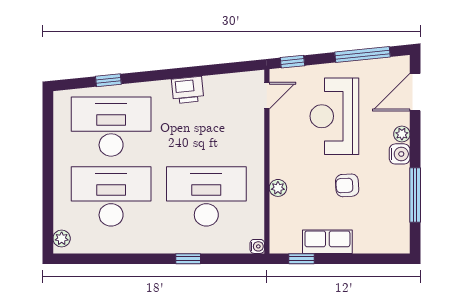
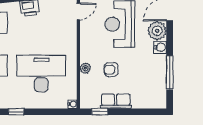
plant: (402, 134) -> (157, 31), width x1.88, depth x1.88
armchair: (347, 185) -> (111, 69), moved
window: (188, 259) -> (16, 112), moved

